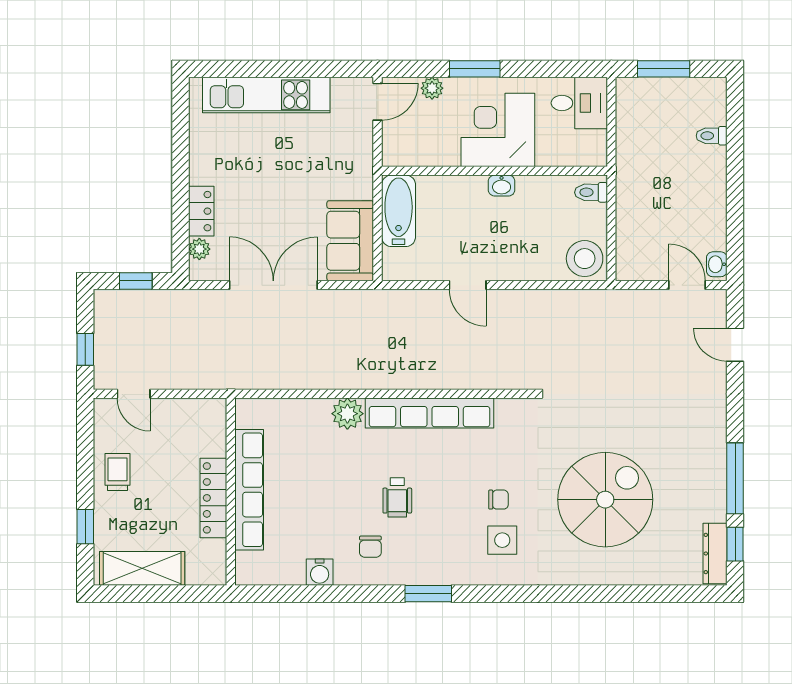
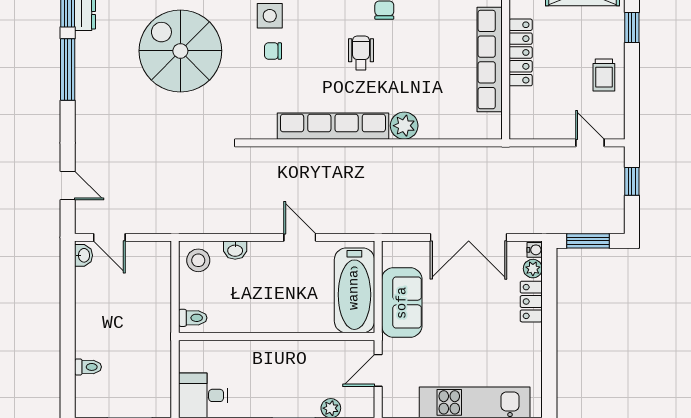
door: (378, 102) -> (378, 370), moved
corner desk: (498, 130) -> (274, 372), removed
washbasin: (502, 186) -> (235, 250), moved, turned 180
bathtub: (399, 211) -> (354, 290), width x1.36, depth x1.36
sofa: (350, 241) -> (402, 303), moved
stool: (585, 259) -> (198, 260), width x0.73, depth x0.73
water cooler: (197, 271) -> (535, 250), added
window: (136, 281) -> (588, 241), width x1.50
spiral stairs: (605, 500) -> (180, 51), turned 90

